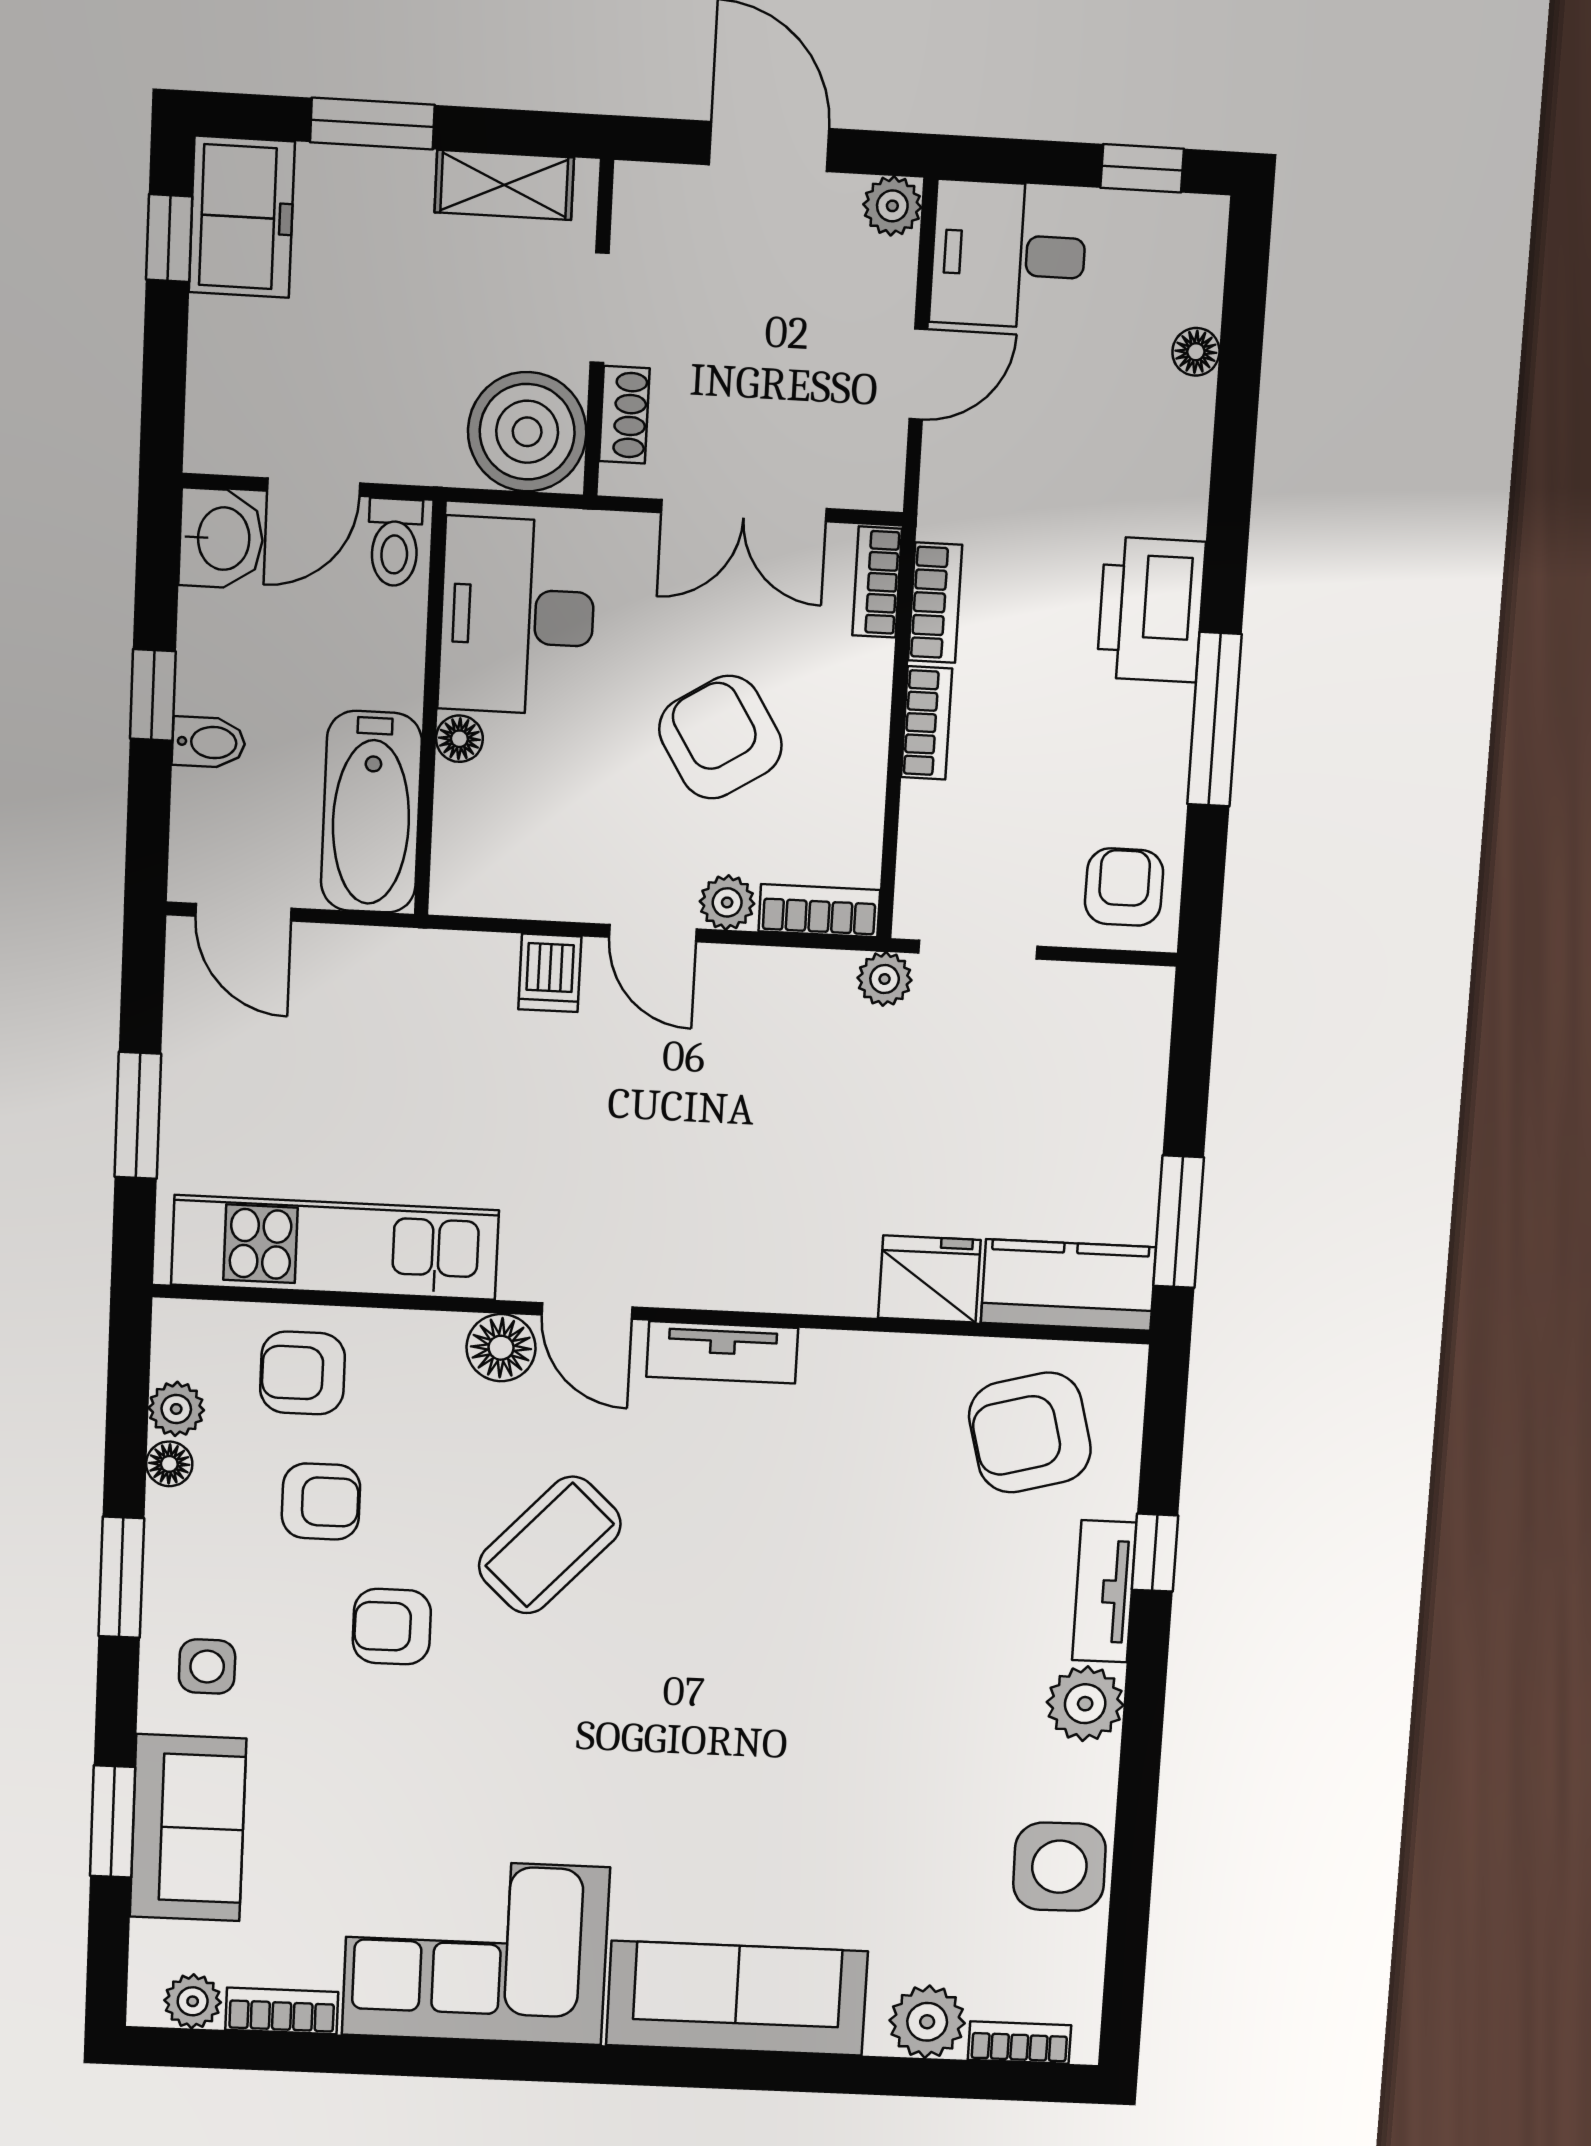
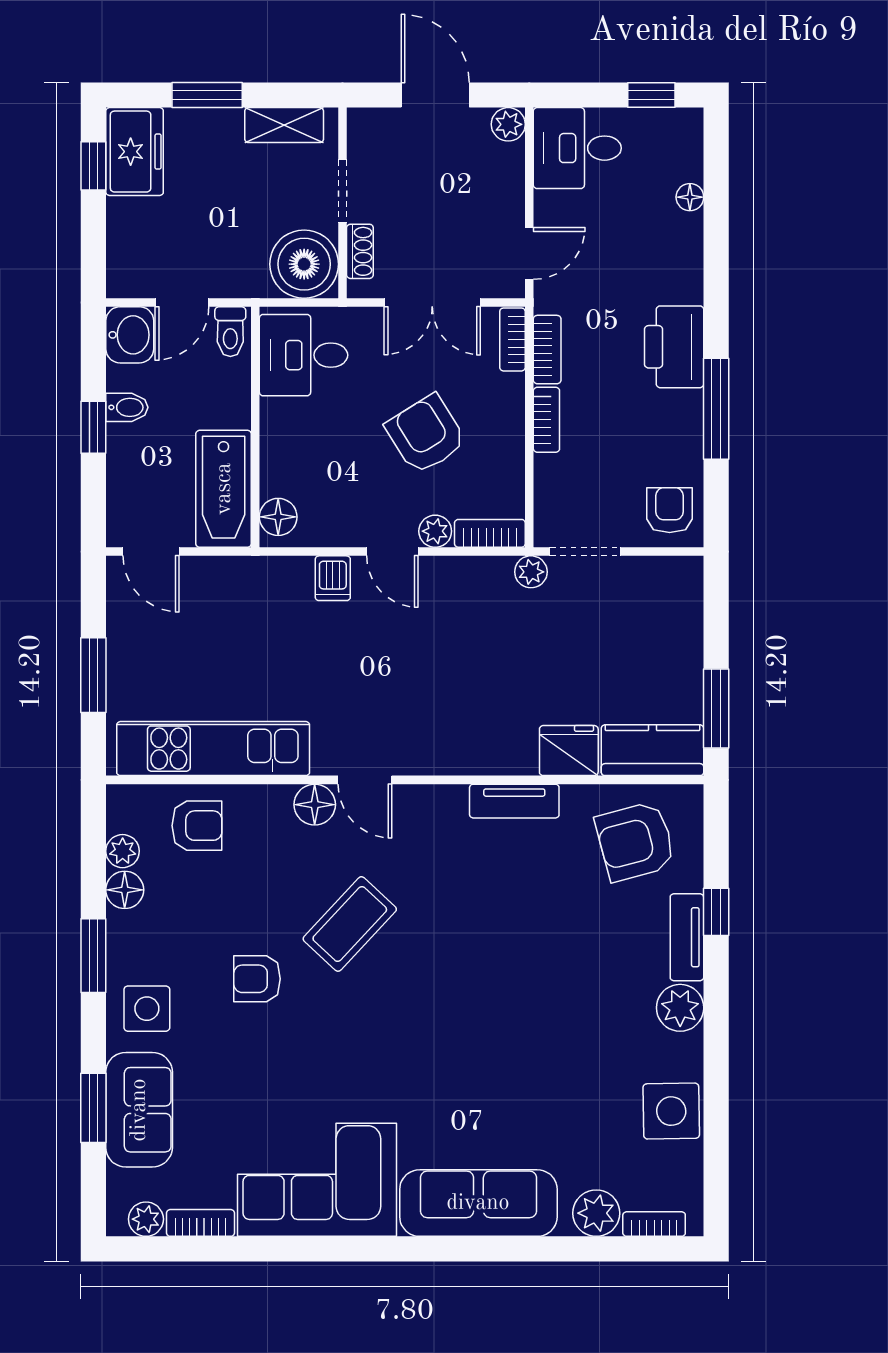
door: (918, 374) -> (529, 253), moved
desk: (517, 616) -> (303, 355), width x0.73
floor lamp: (459, 739) -> (278, 517), moved, width x1.37, depth x1.37
bidet: (209, 742) -> (127, 407), moved
tv unit: (722, 1352) -> (514, 801), moved
armchair: (302, 1373) -> (197, 826), turned 180
floor lamp: (169, 1464) -> (125, 890), width x1.37, depth x1.37
armchair: (321, 1501) -> (211, 904), removed
side table: (207, 1667) -> (147, 1009), width x1.37, depth x1.37

